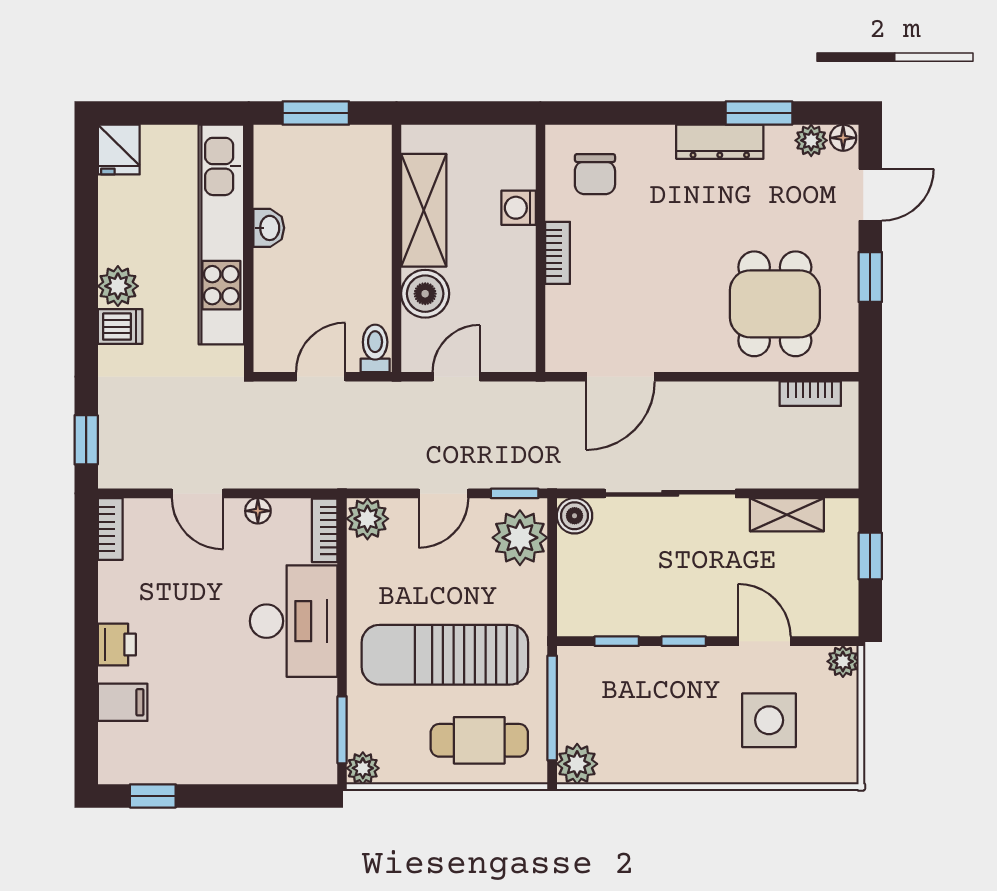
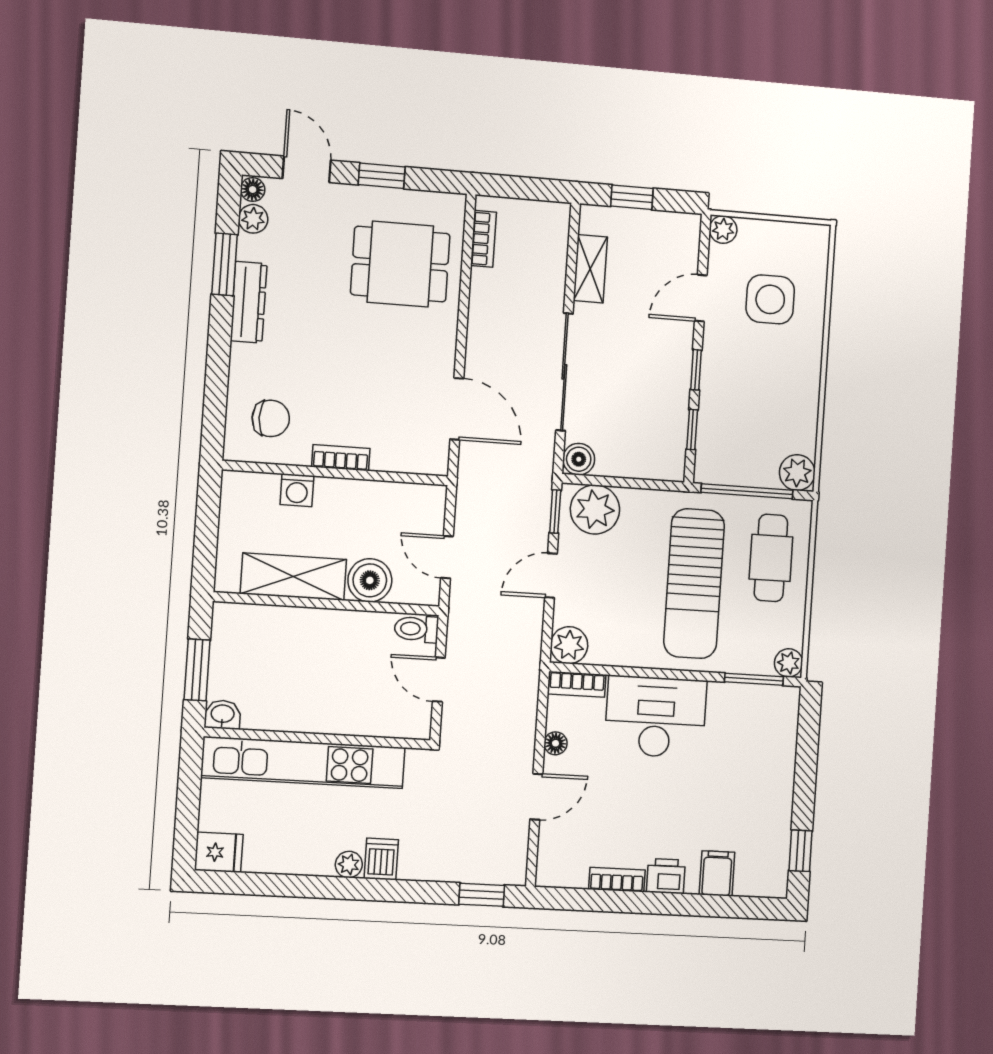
washbasin: (269, 228) -> (223, 715), moved
plant: (118, 286) -> (349, 864), width x0.73, depth x0.73
door: (443, 493) -> (551, 576), swing flipped
bookcase: (110, 529) -> (617, 880), moved

